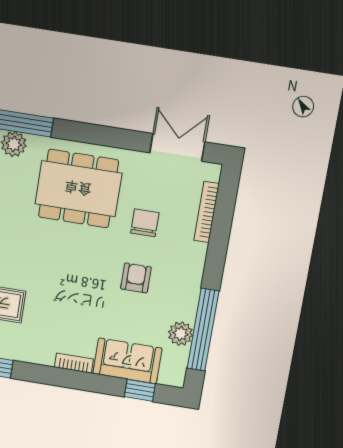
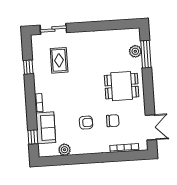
dining table: (78, 189) -> (122, 86), width x0.73
window: (203, 330) -> (69, 160), removed

